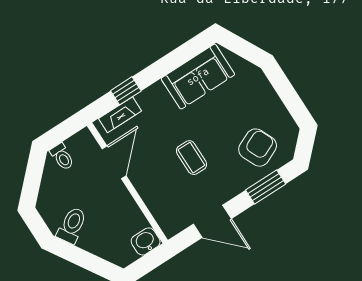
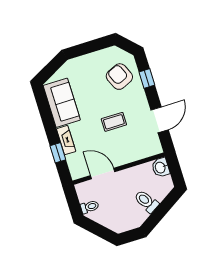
fireplace: (120, 115) -> (66, 140), moved
window: (266, 187) -> (147, 78), width x0.67
toilet: (72, 225) -> (146, 201), moved

